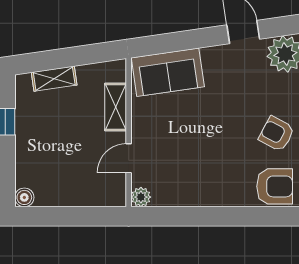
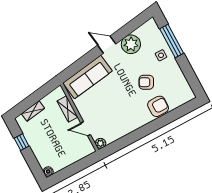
sofa: (168, 72) -> (88, 77), width x1.36
door: (129, 158) -> (86, 129), hinge flipped

